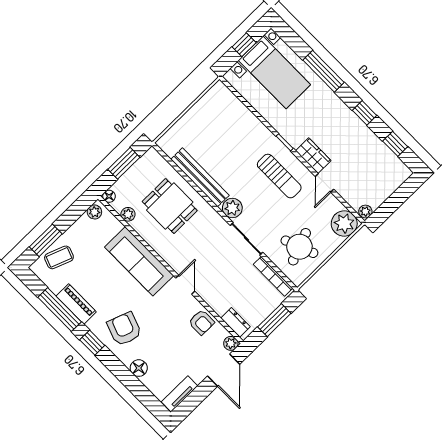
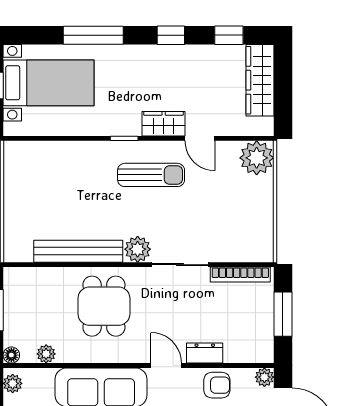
wardrobe: (387, 184) -> (260, 80), added
dining table: (170, 206) -> (104, 306), moved, turned 90
plant: (365, 211) -> (265, 127), removed
round table: (299, 247) -> (237, 222), removed
dresser: (236, 322) -> (205, 353), moved

